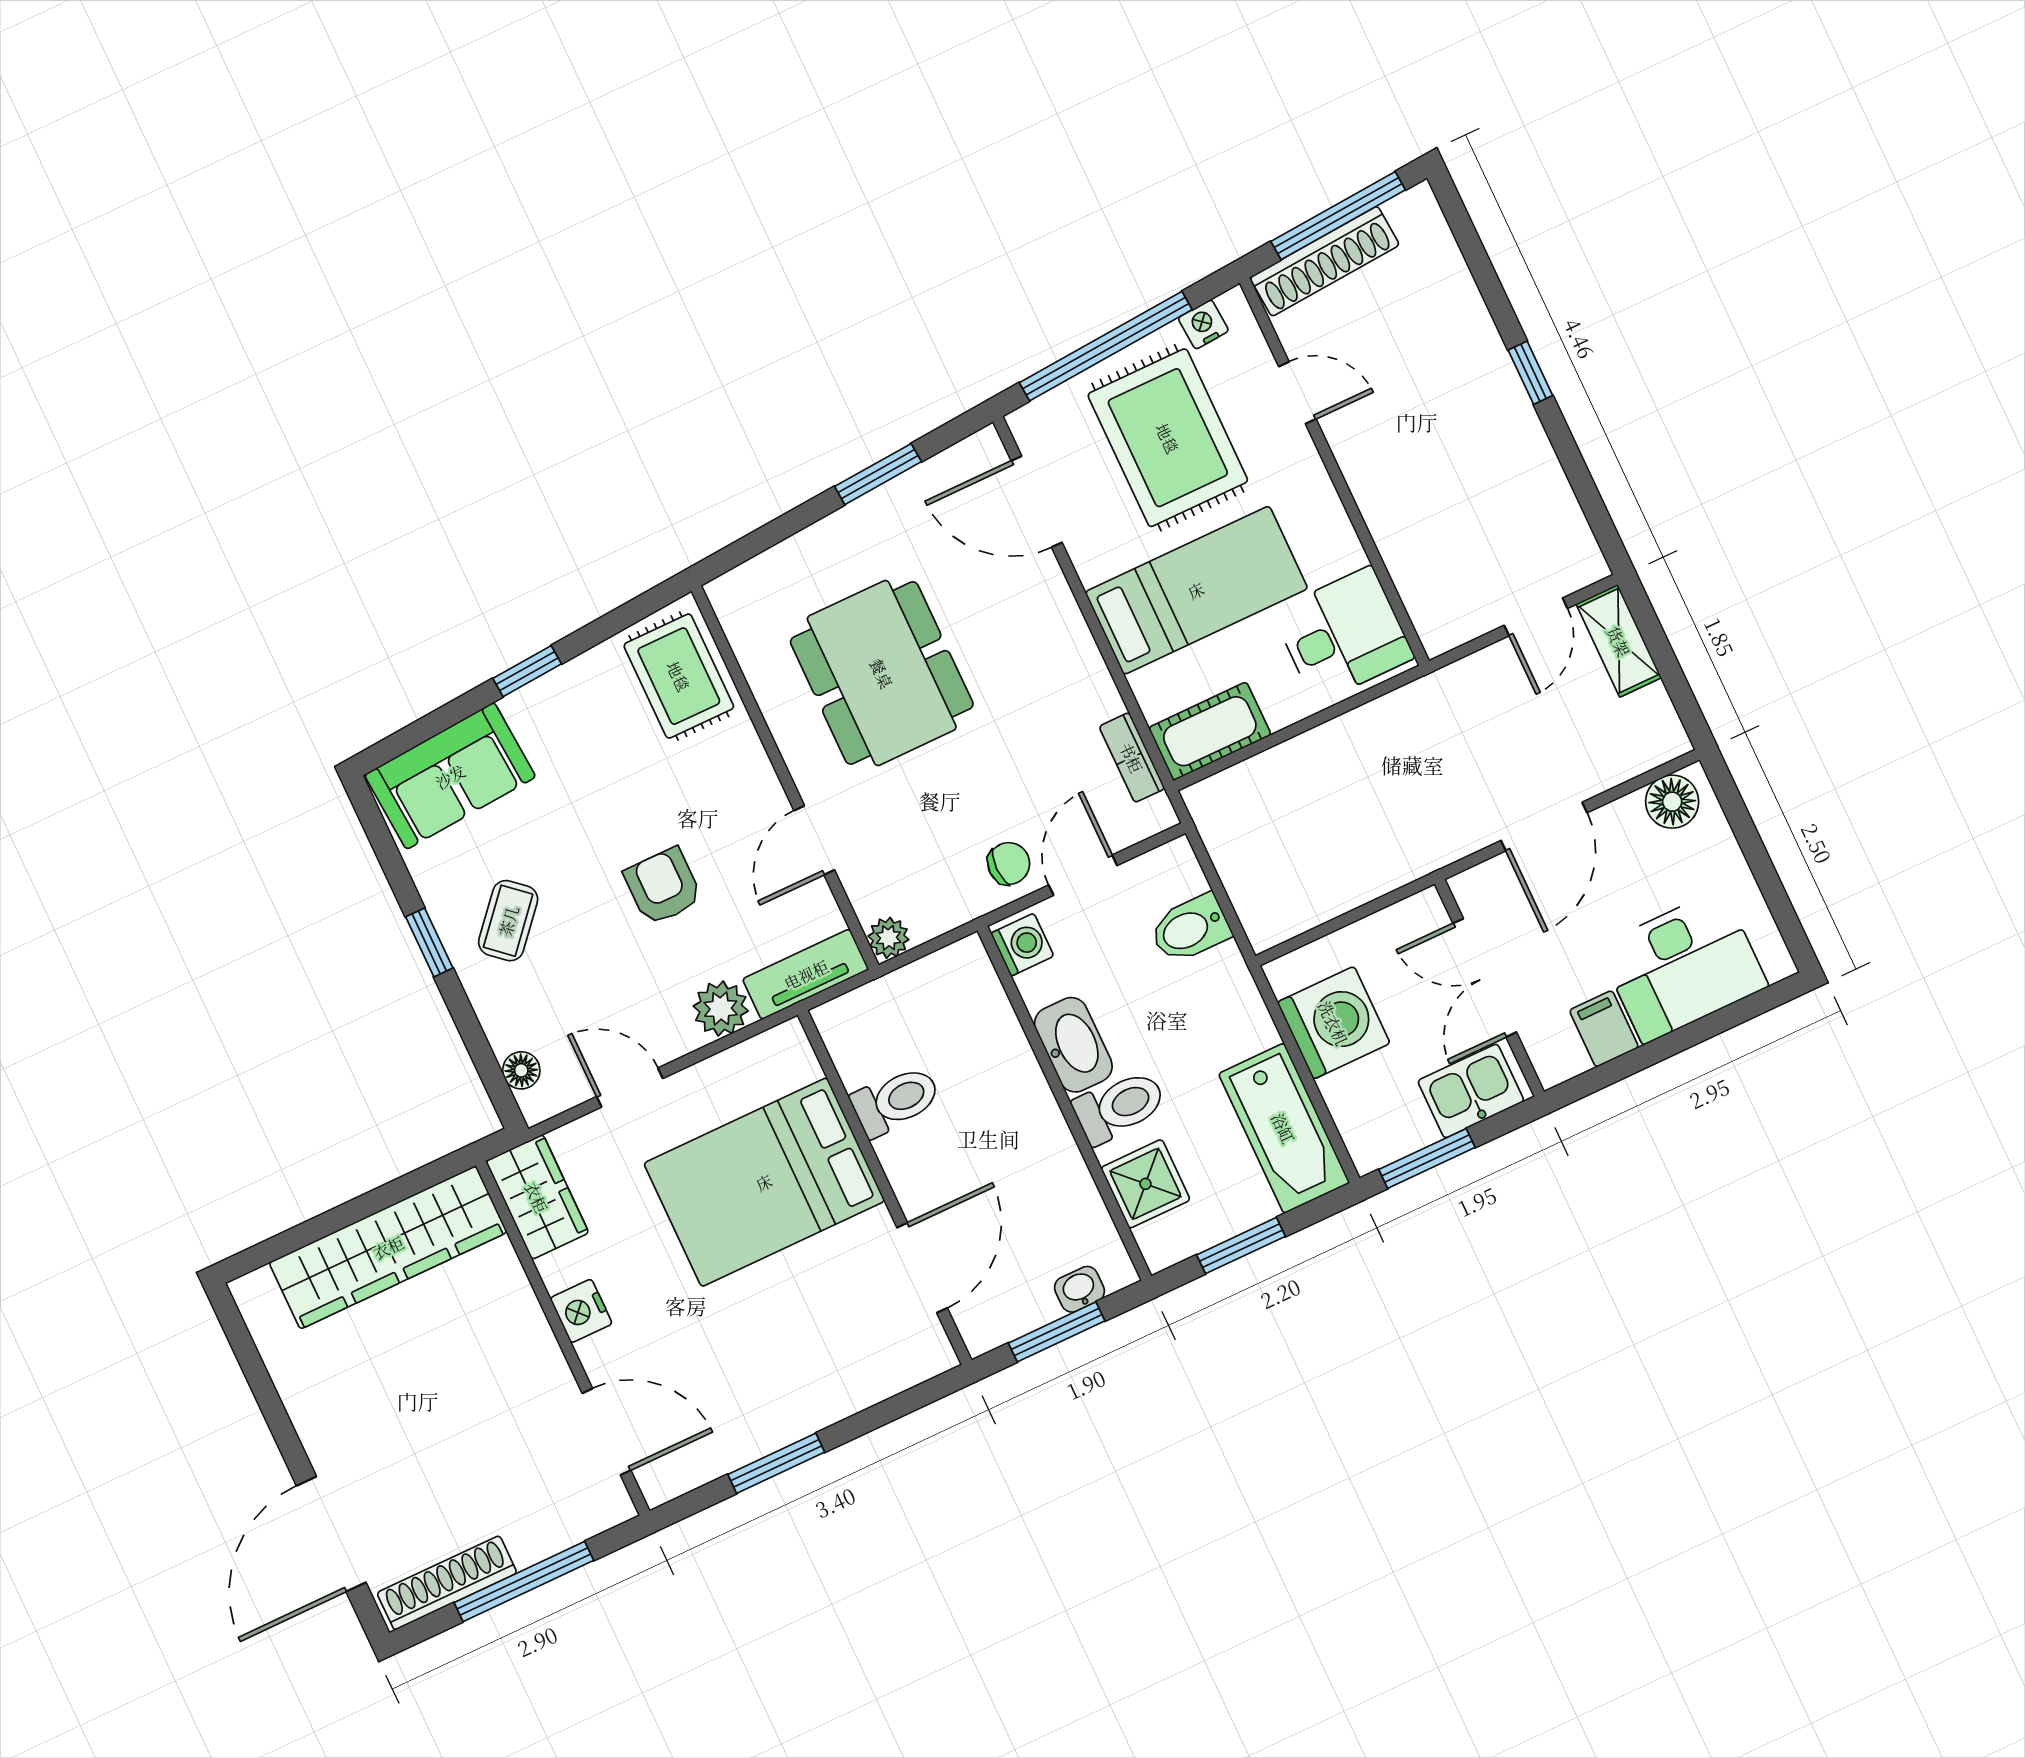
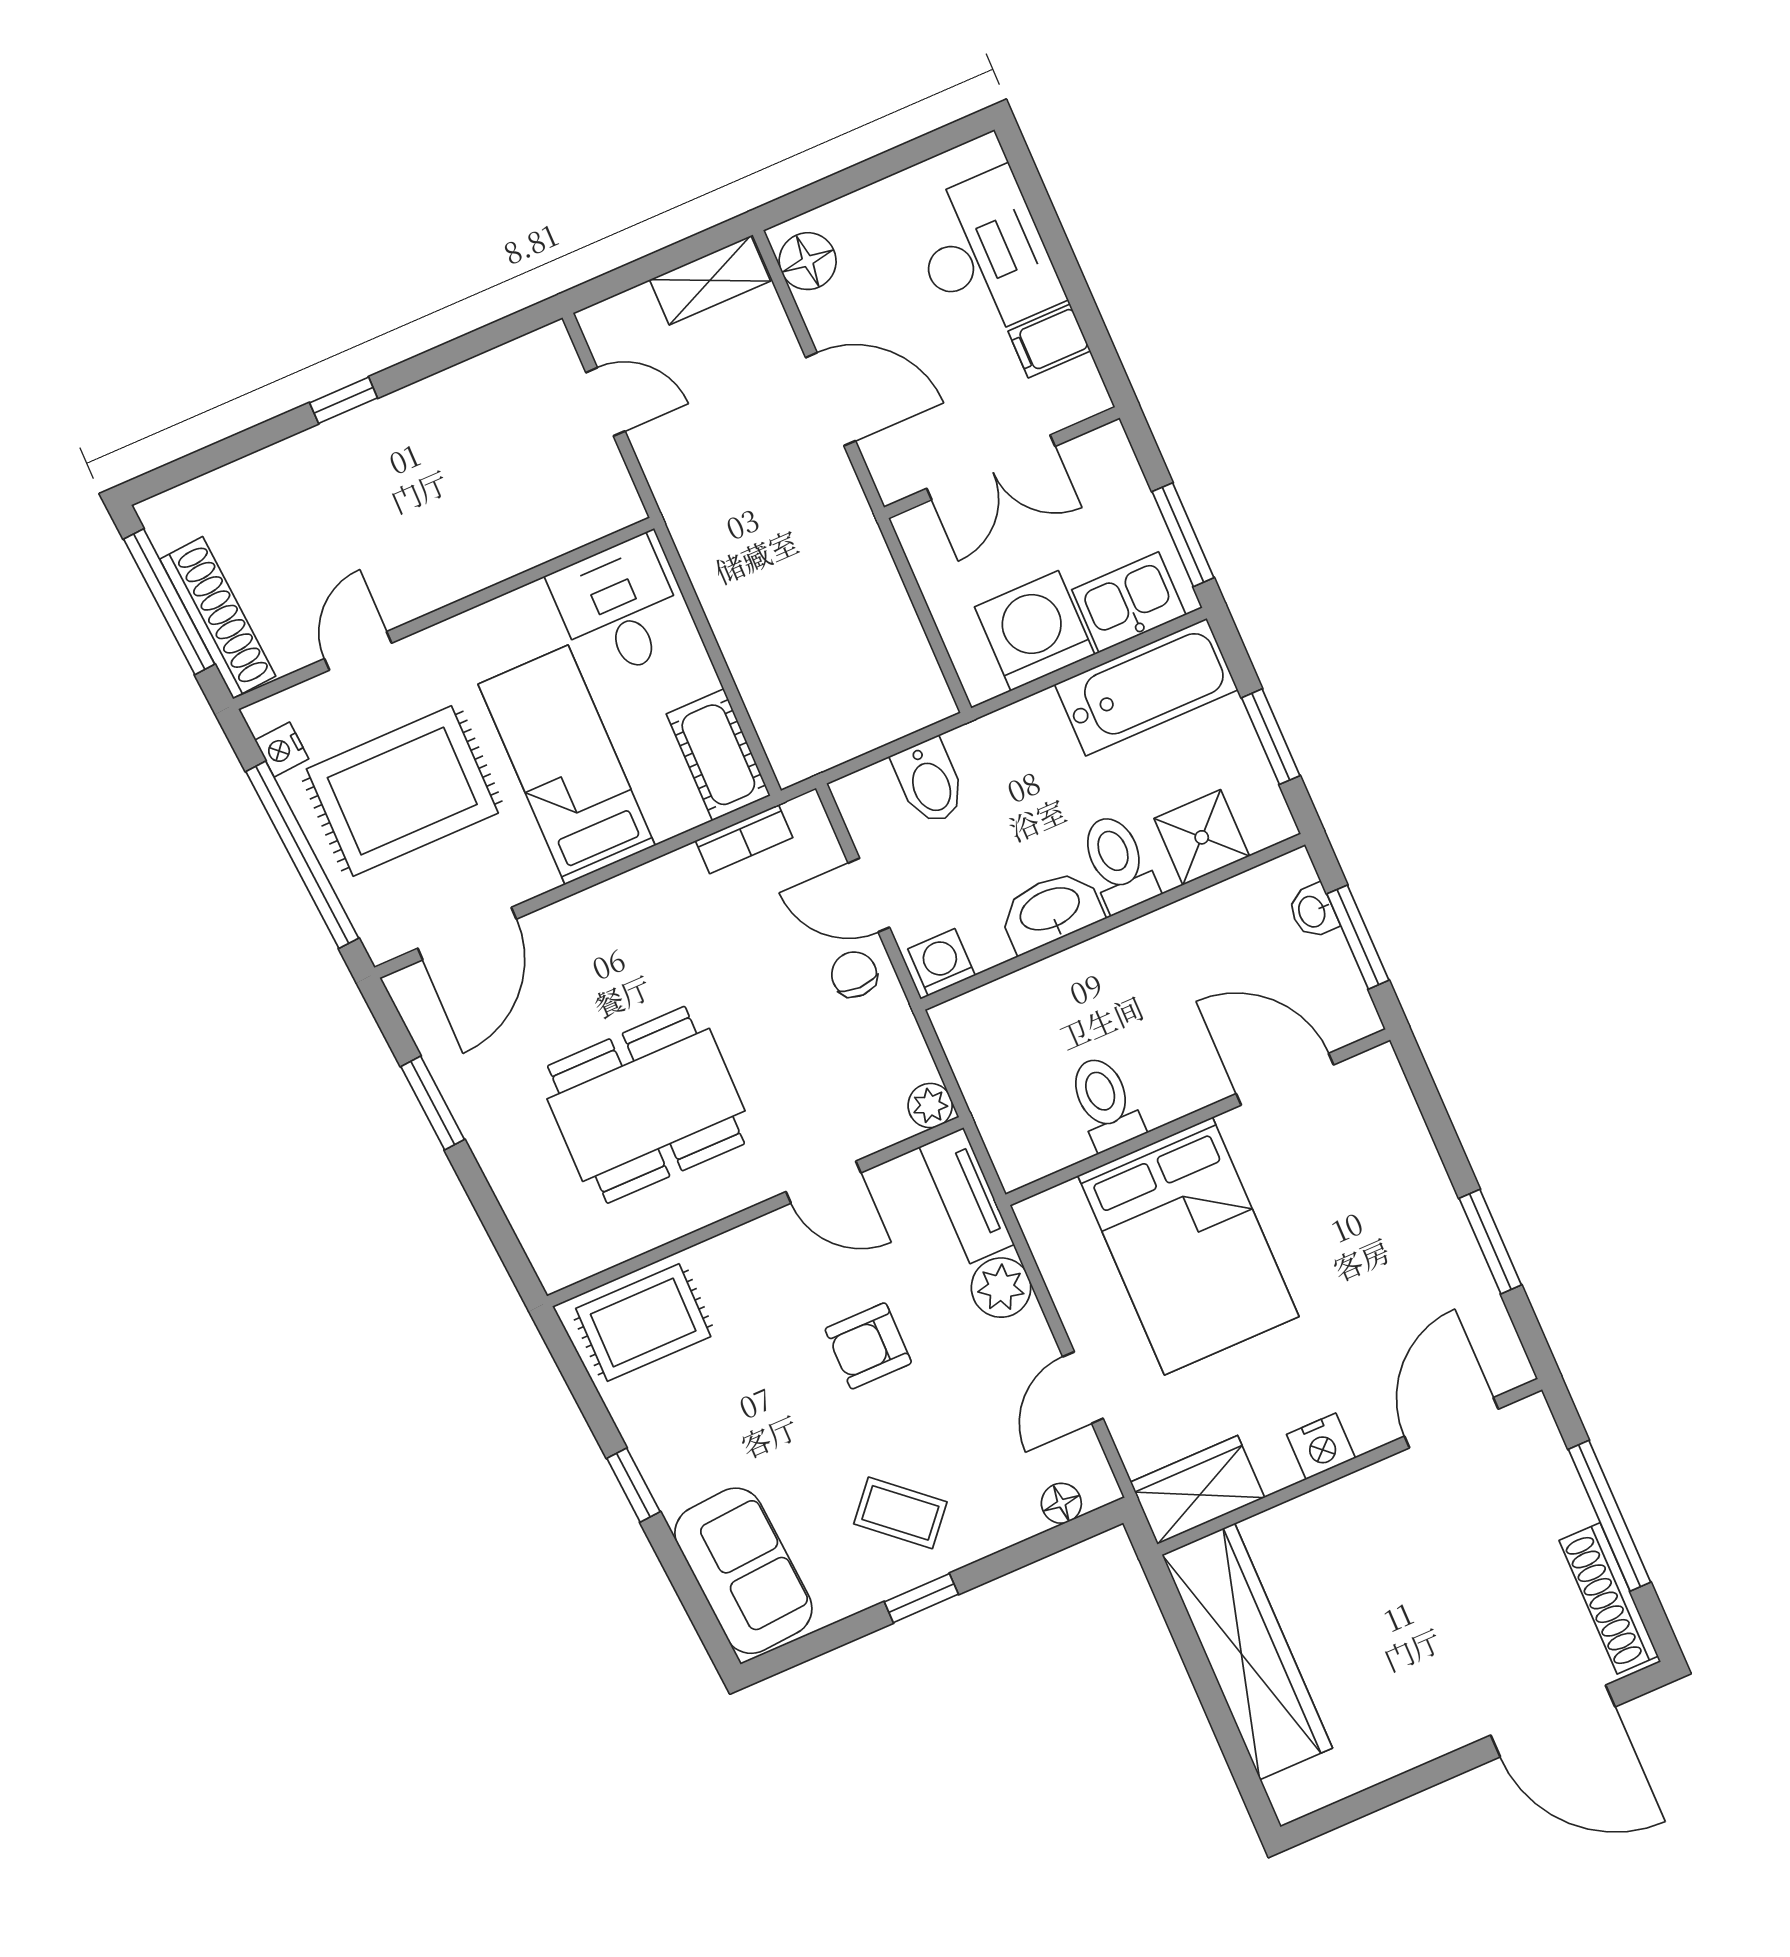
shelving: (1619, 641) -> (710, 280), moved
kitchen sink: (1471, 1091) -> (1129, 602), moved, turned 90

